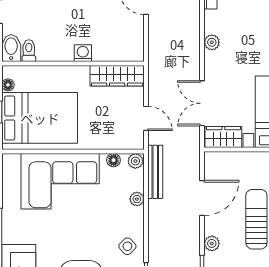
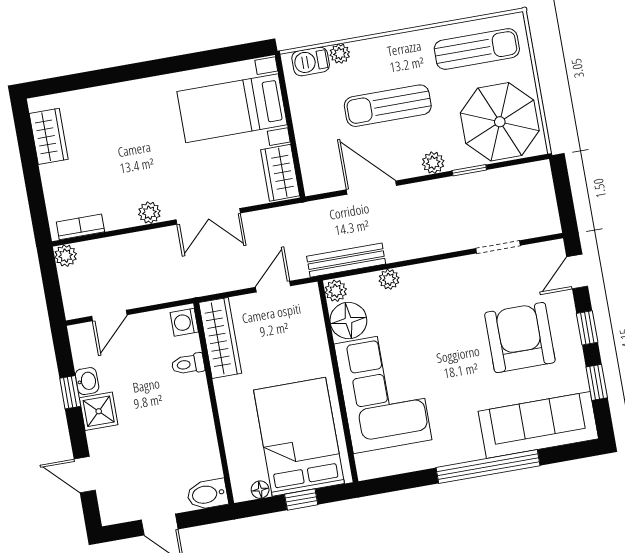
toilet: (29, 51) -> (188, 364), moved
washing machine: (83, 53) -> (184, 322), moved
double door: (202, 103) -> (208, 216), moved
floor lamp: (114, 160) -> (348, 320), width x1.89, depth x1.89
side table: (127, 246) -> (458, 281), removed

